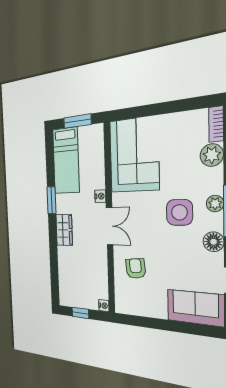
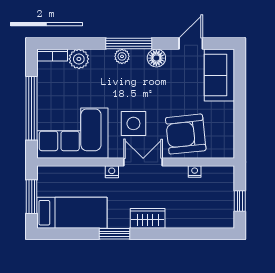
window: (157, 109) -> (32, 108), added
side table: (179, 212) -> (133, 123), moved
armchair: (136, 268) -> (186, 134), width x1.88, depth x1.88
nightstand: (104, 306) -> (195, 171), moved

